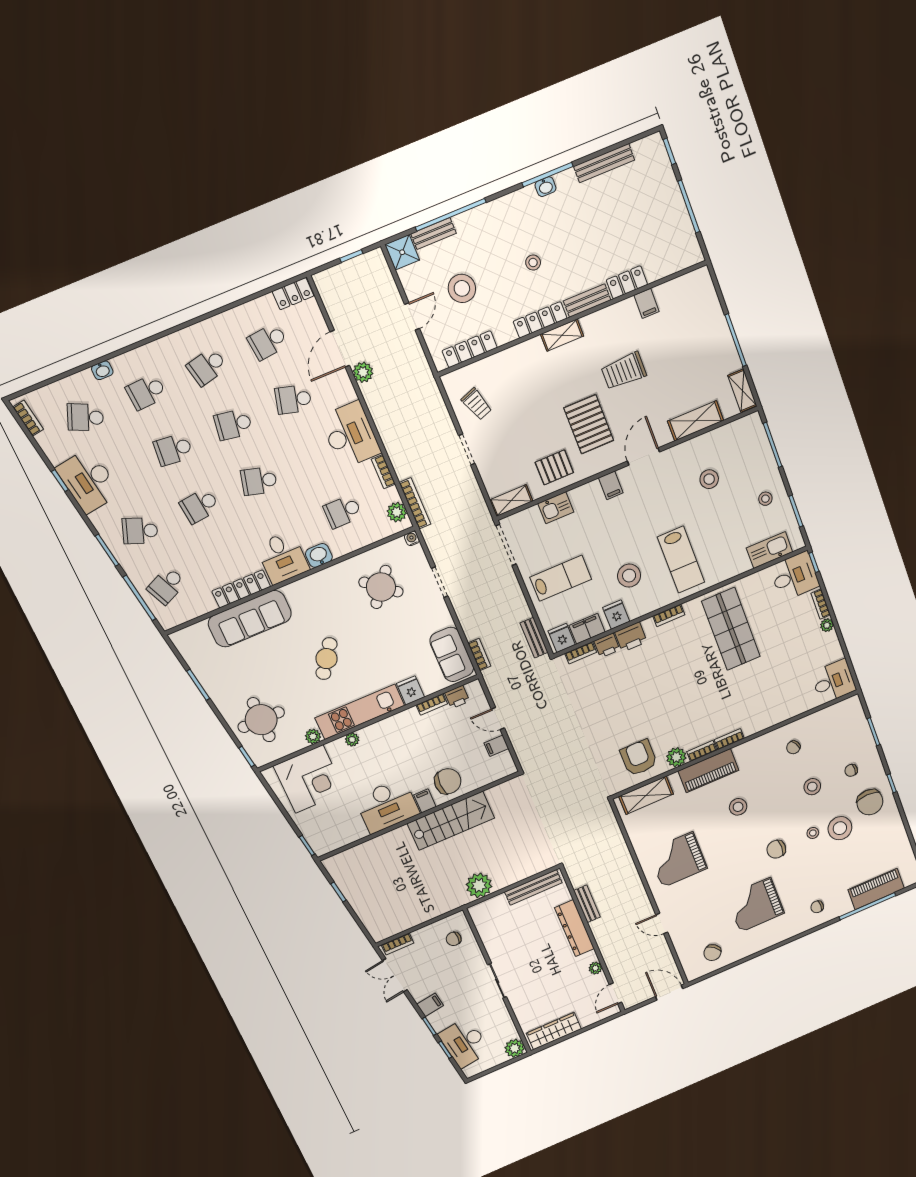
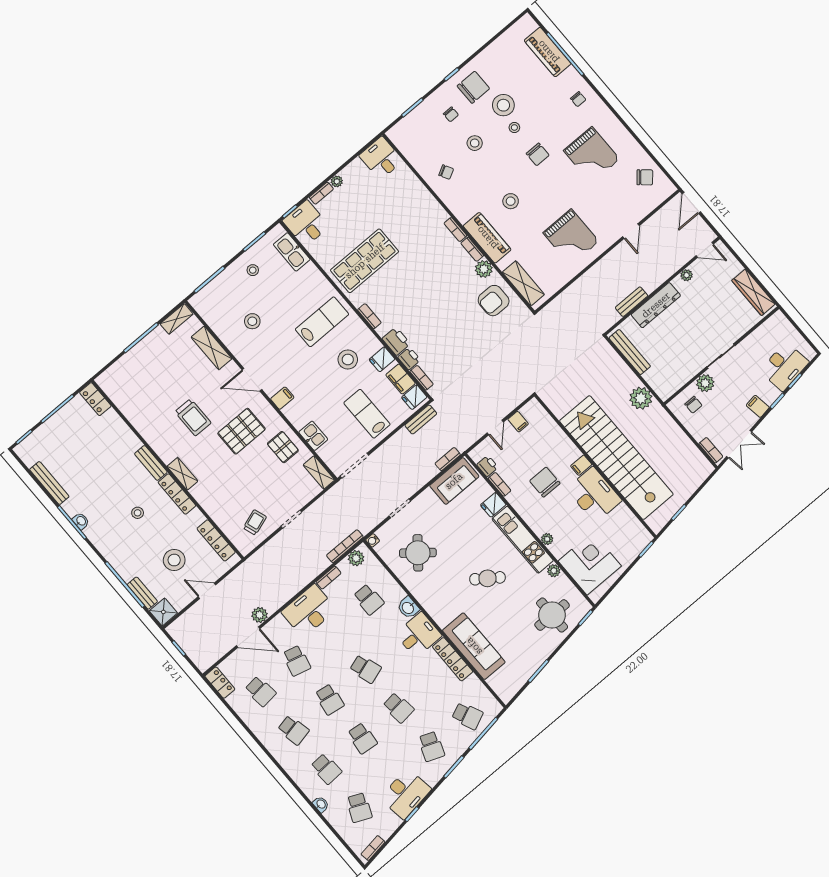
locker: (627, 282) -> (95, 399), moved
filing cabinet: (647, 303) -> (138, 417), removed
school desk: (259, 481) -> (366, 669), turned -33
chair: (448, 781) -> (545, 482), moved
stairs: (451, 821) -> (616, 458), width x1.86, depth x1.51
plant: (515, 1048) -> (705, 383), moved

